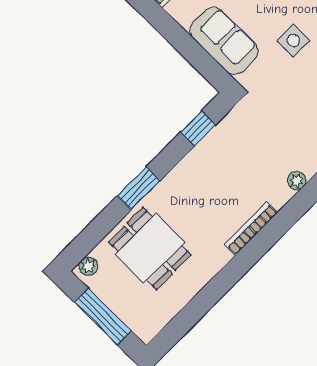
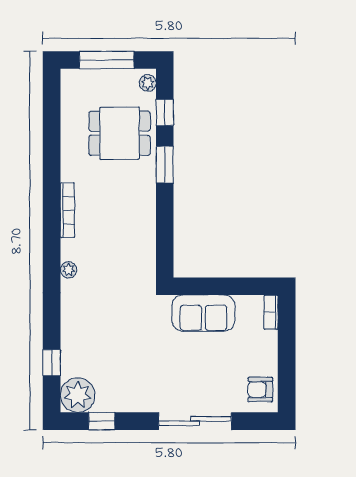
side table: (293, 40) -> (159, 357), removed
window: (198, 129) -> (165, 112), moved

